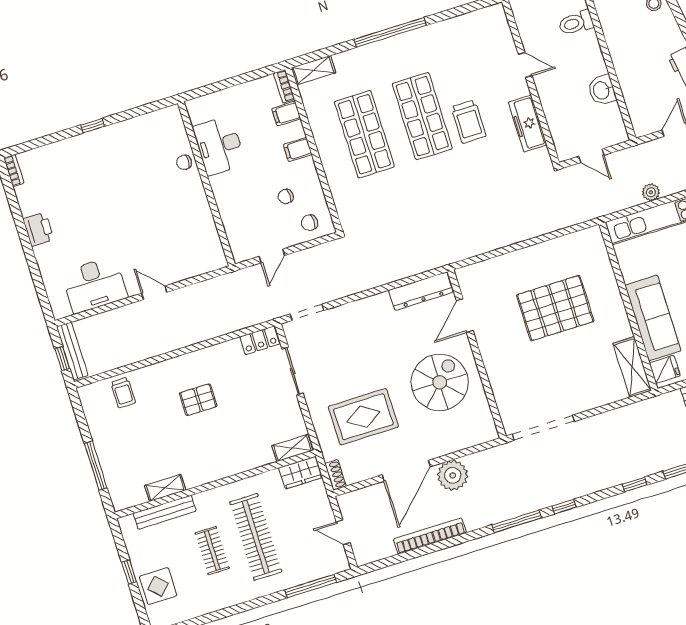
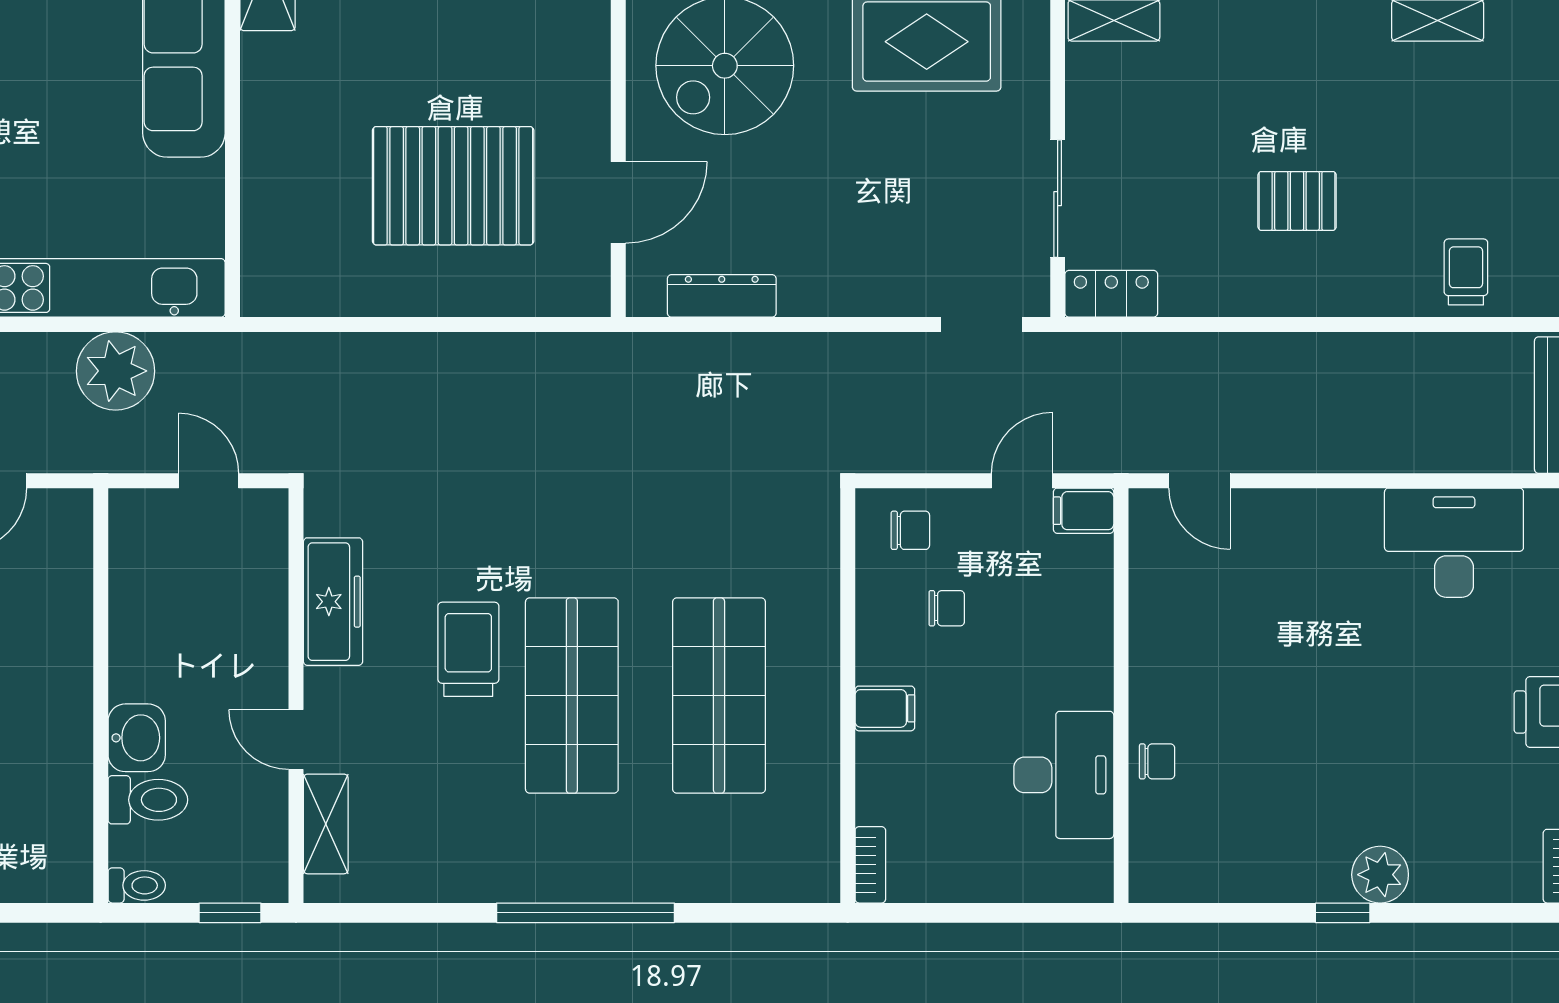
shelving: (313, 70) -> (326, 824), moved, turned 90
washbasin: (602, 90) -> (137, 738), moved
filing cabinet: (286, 114) -> (1084, 511), moved, turned 180
plant: (83, 145) -> (1380, 875), added
plant: (651, 192) -> (116, 371), width x1.87, depth x1.87
dresser: (421, 291) -> (722, 296), width x0.73, depth x0.80
door: (154, 293) -> (1199, 481), moved
pallet: (555, 308) -> (453, 186), moved

